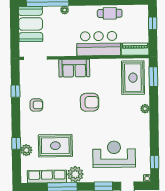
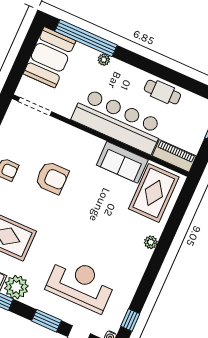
bar counter: (99, 44) -> (118, 121), width x1.36
sofa: (74, 68) -> (122, 162), moved
window: (153, 77) -> (182, 204), removed
armchair: (90, 102) -> (52, 178), moved

